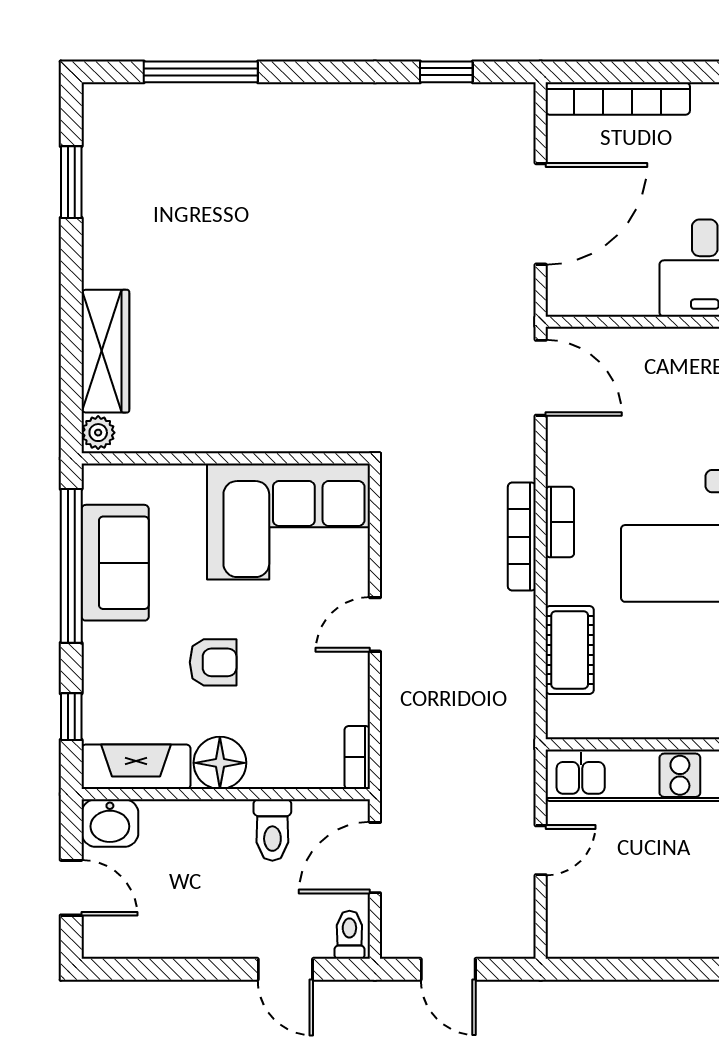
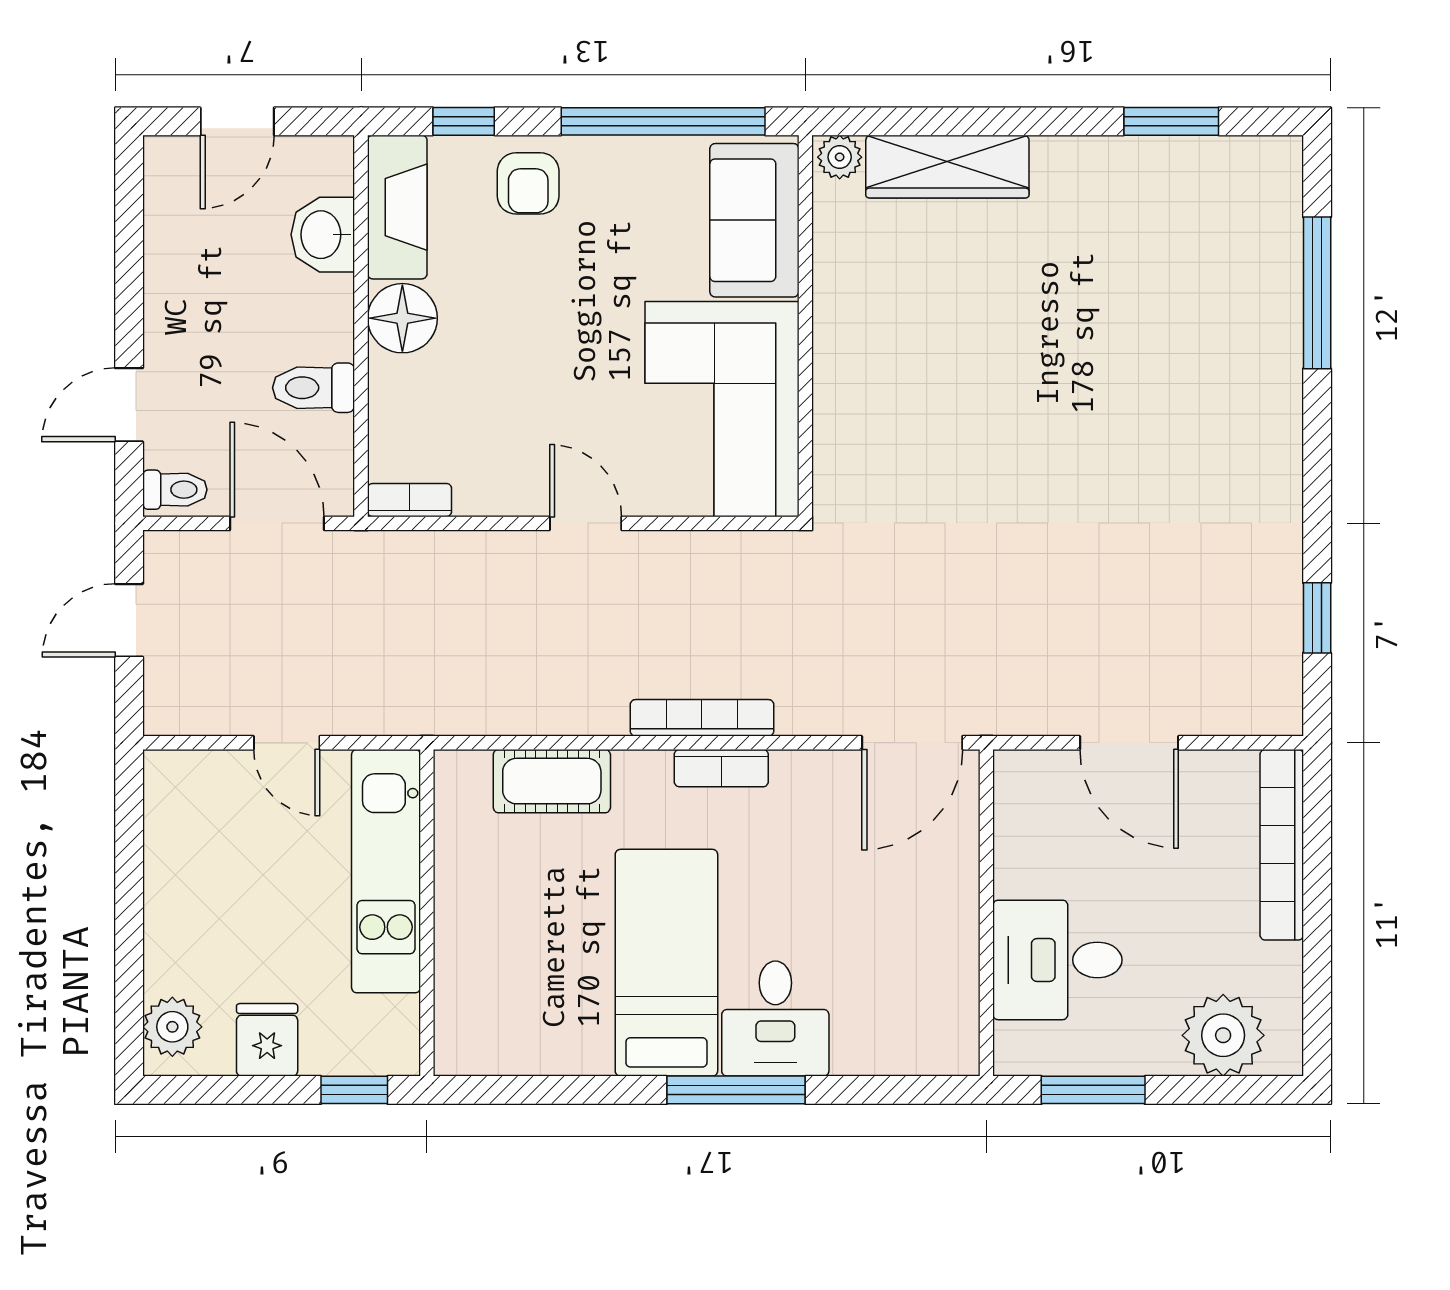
door: (541, 214) -> (1129, 743), width x0.73
sofa: (115, 563) -> (754, 220), moved, turned 90
armchair: (213, 662) -> (528, 183), moved
washbasin: (110, 823) -> (323, 235), moved

